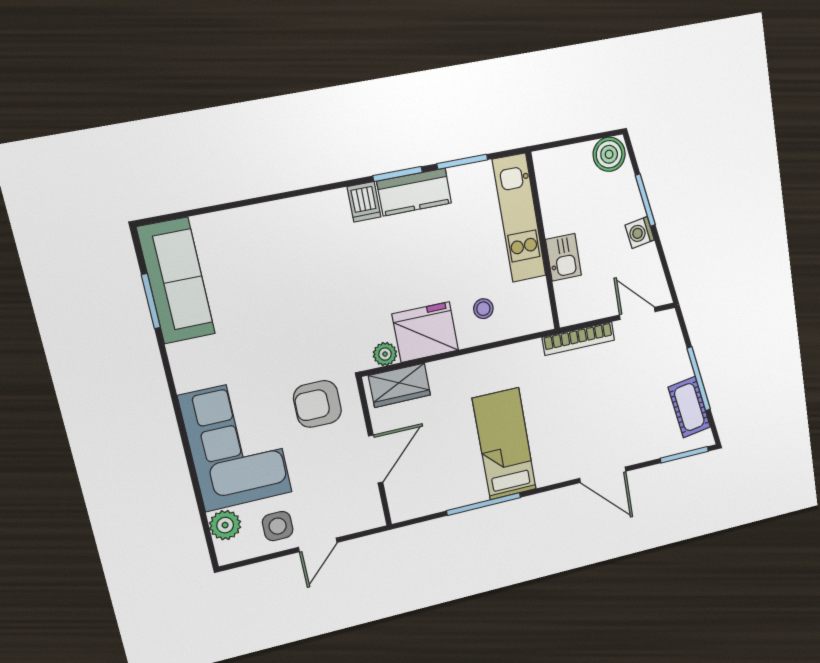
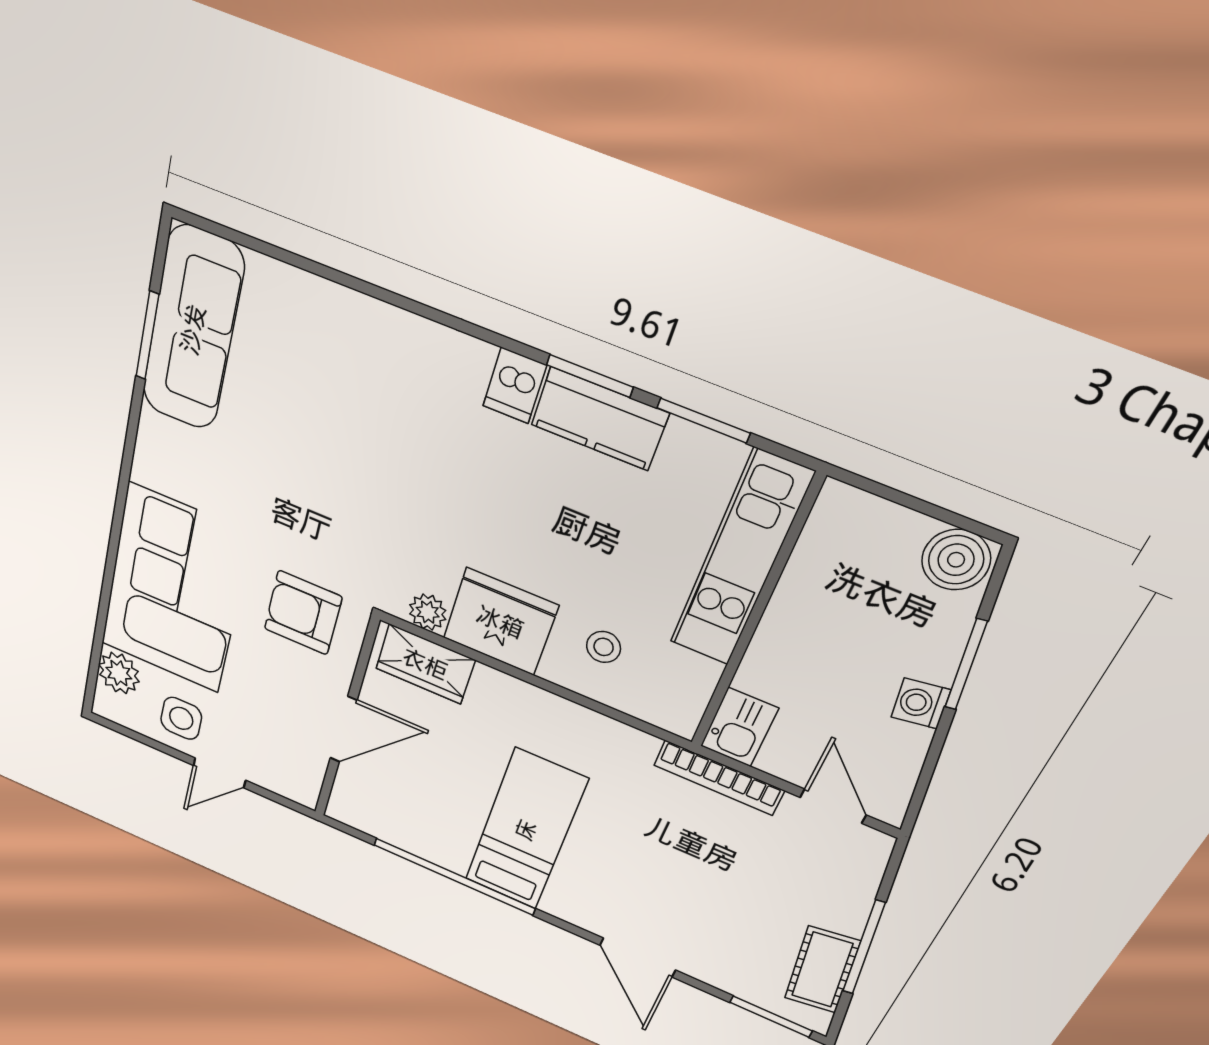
kitchen sink: (563, 257) -> (739, 727), moved
window: (484, 504) -> (454, 877), width x1.46

